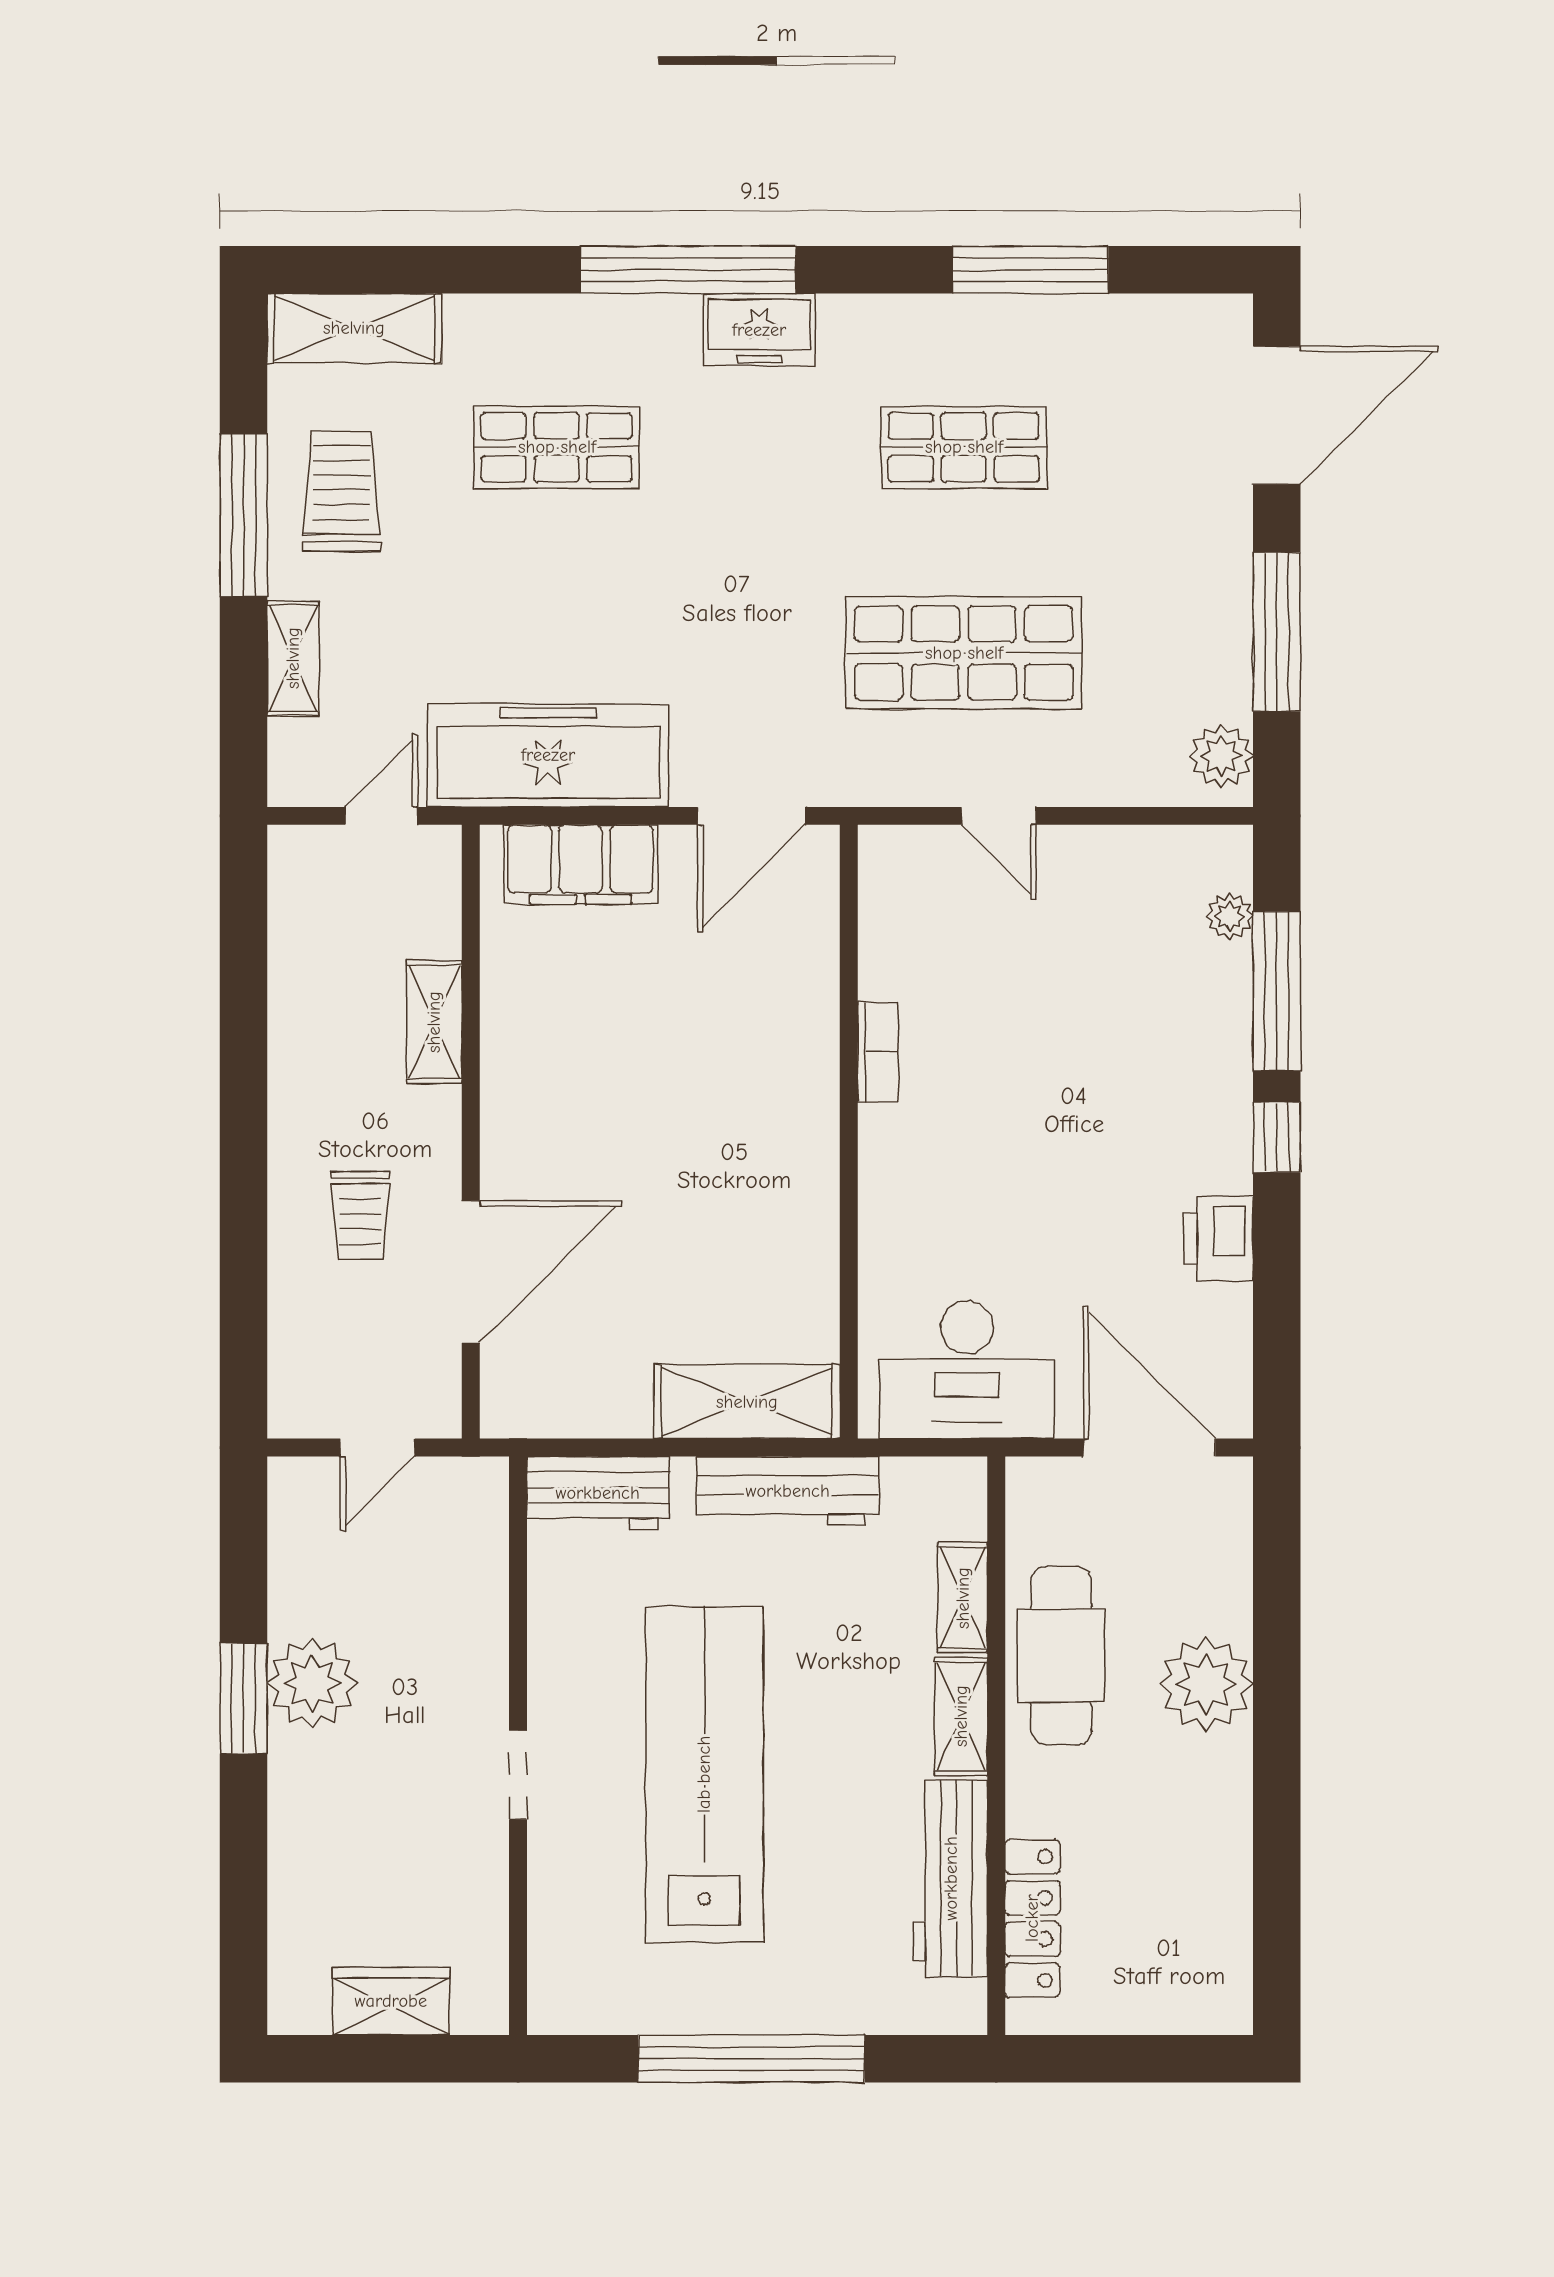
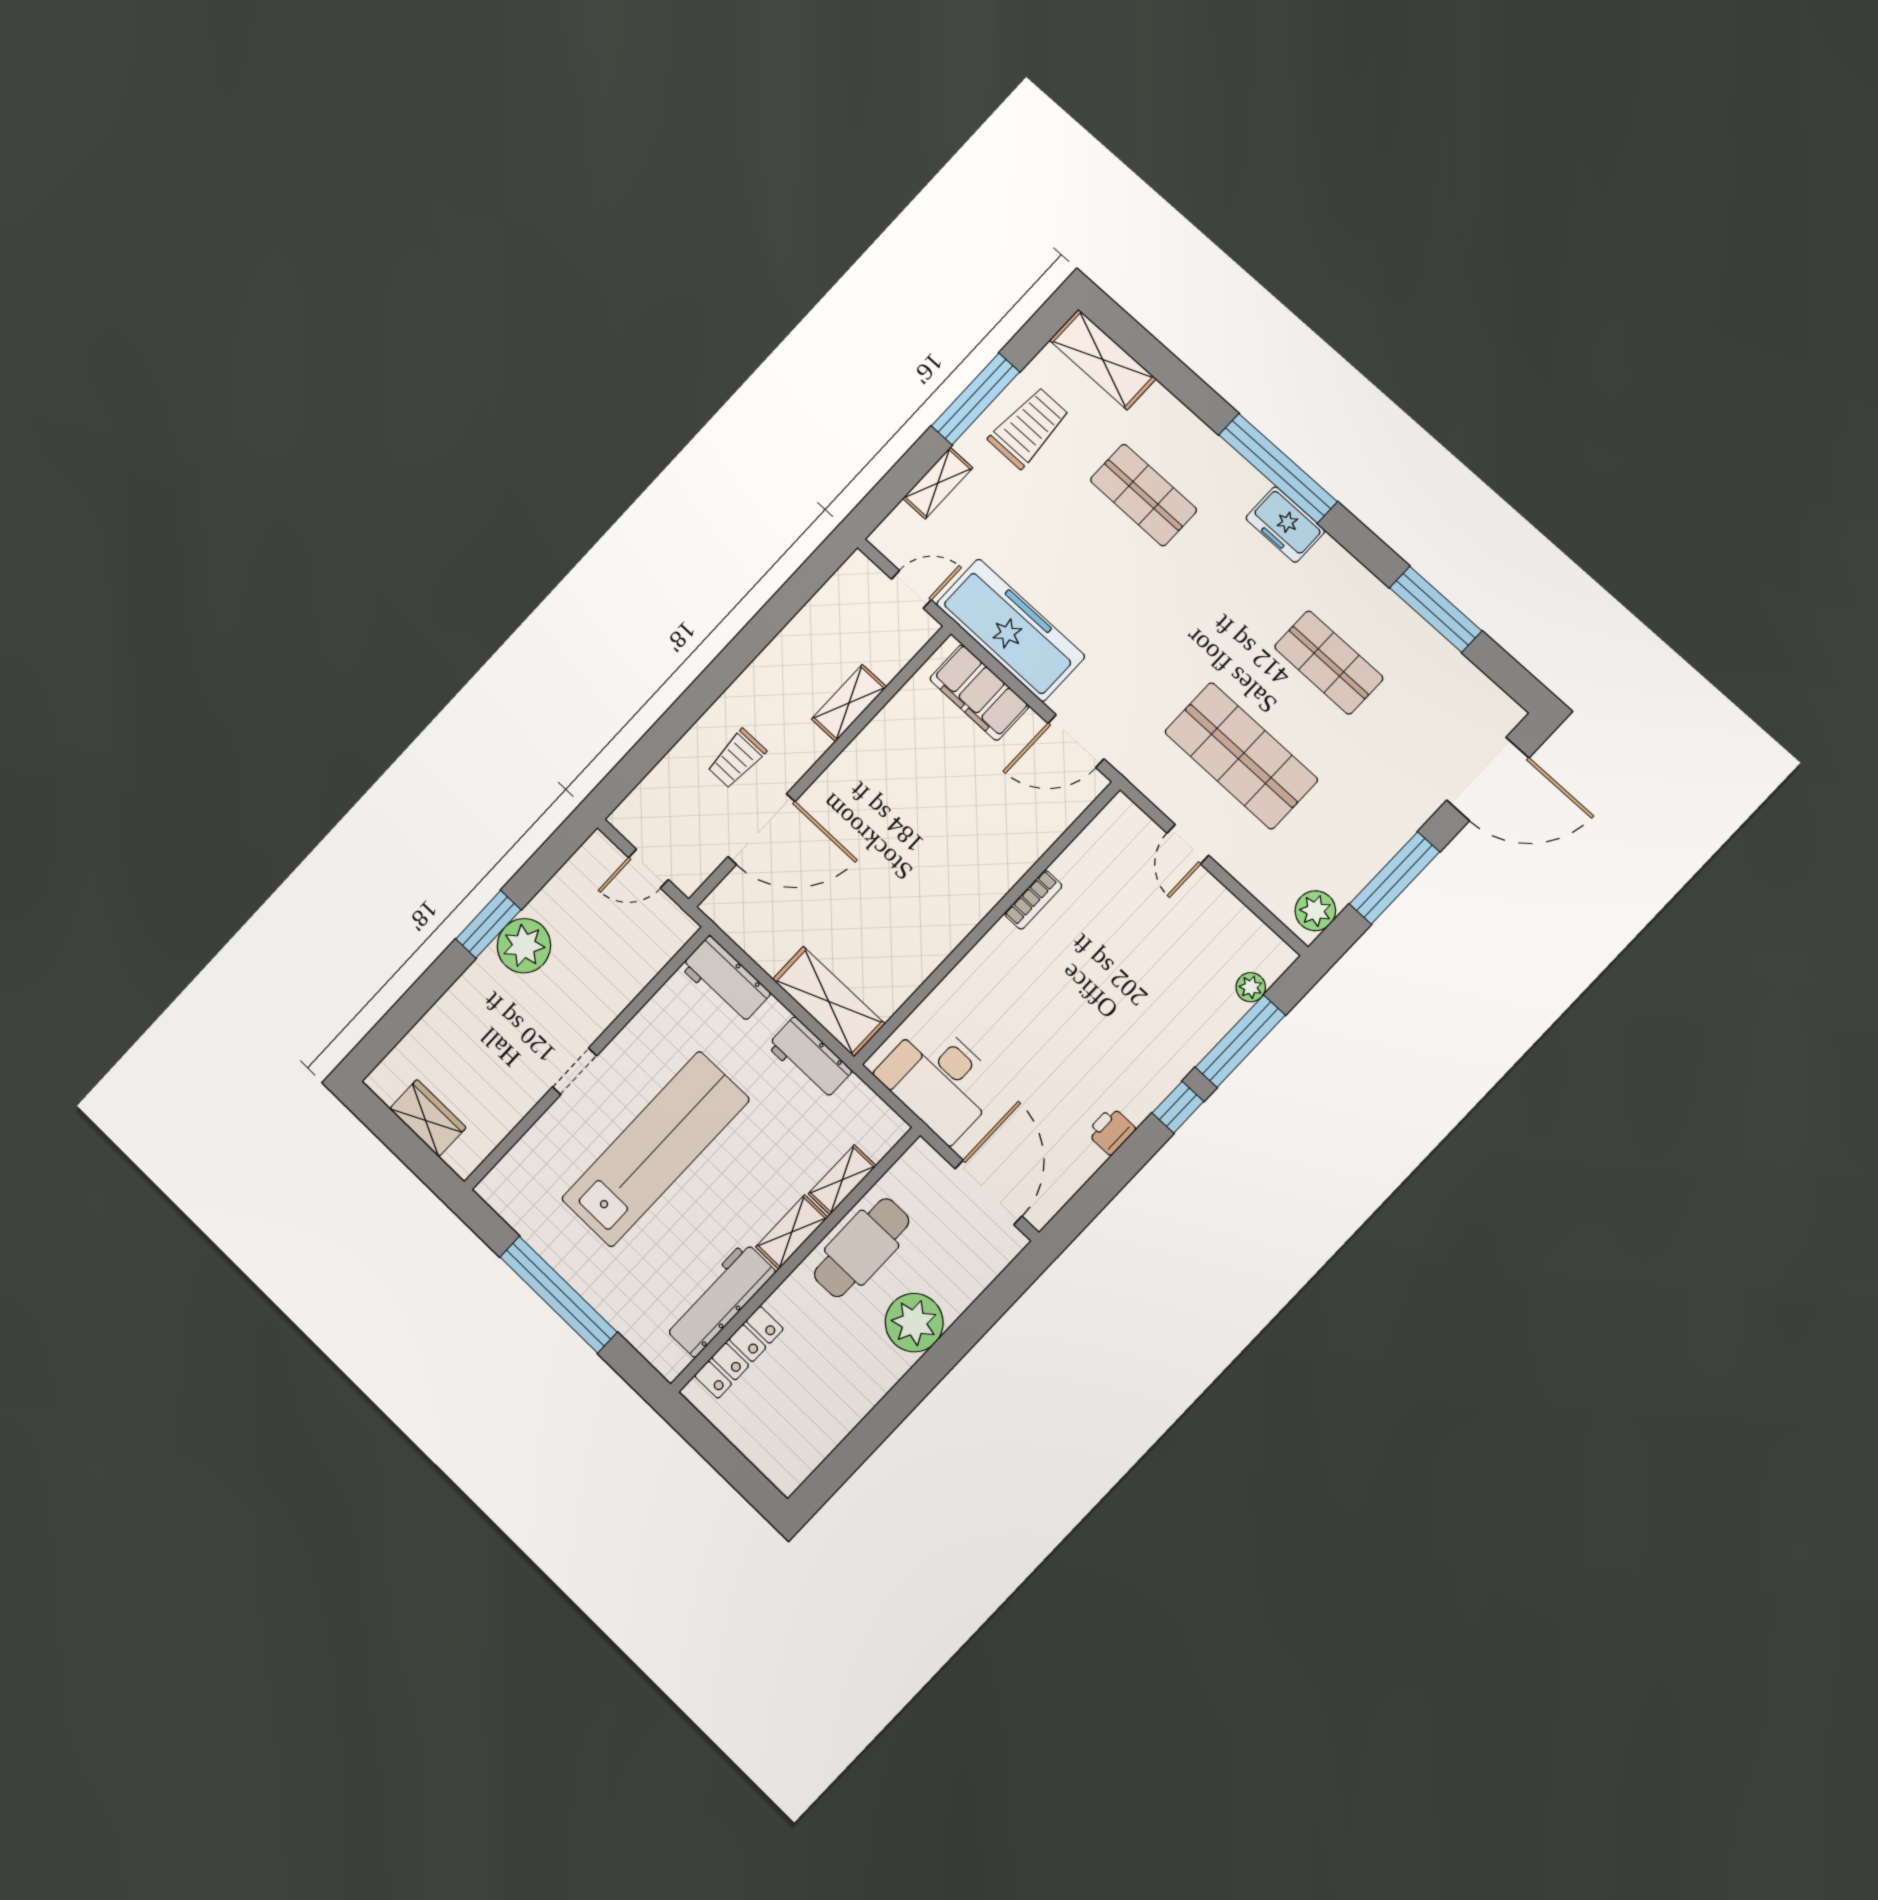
printer: (1218, 1239) -> (1111, 1131), width x0.73, depth x0.81
workbench: (788, 1491) -> (810, 1058), width x0.73

